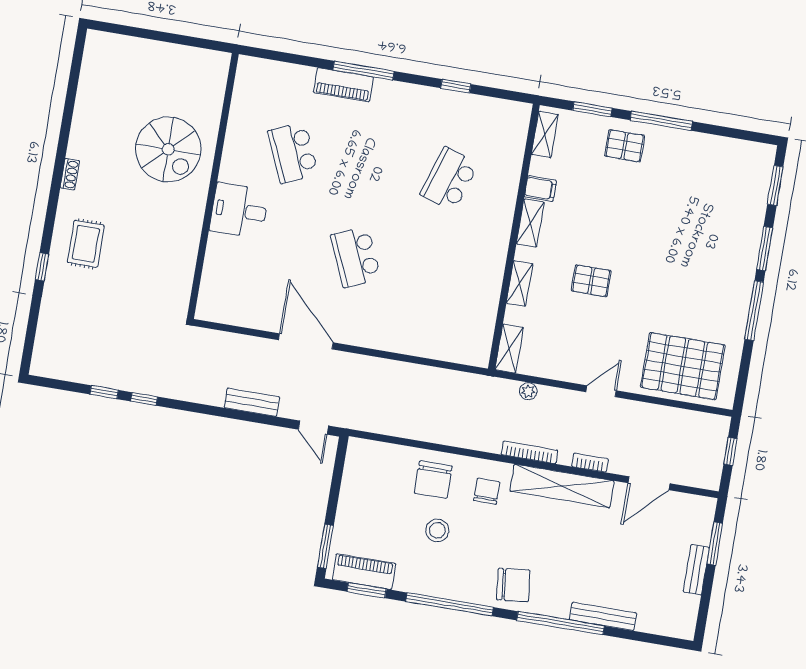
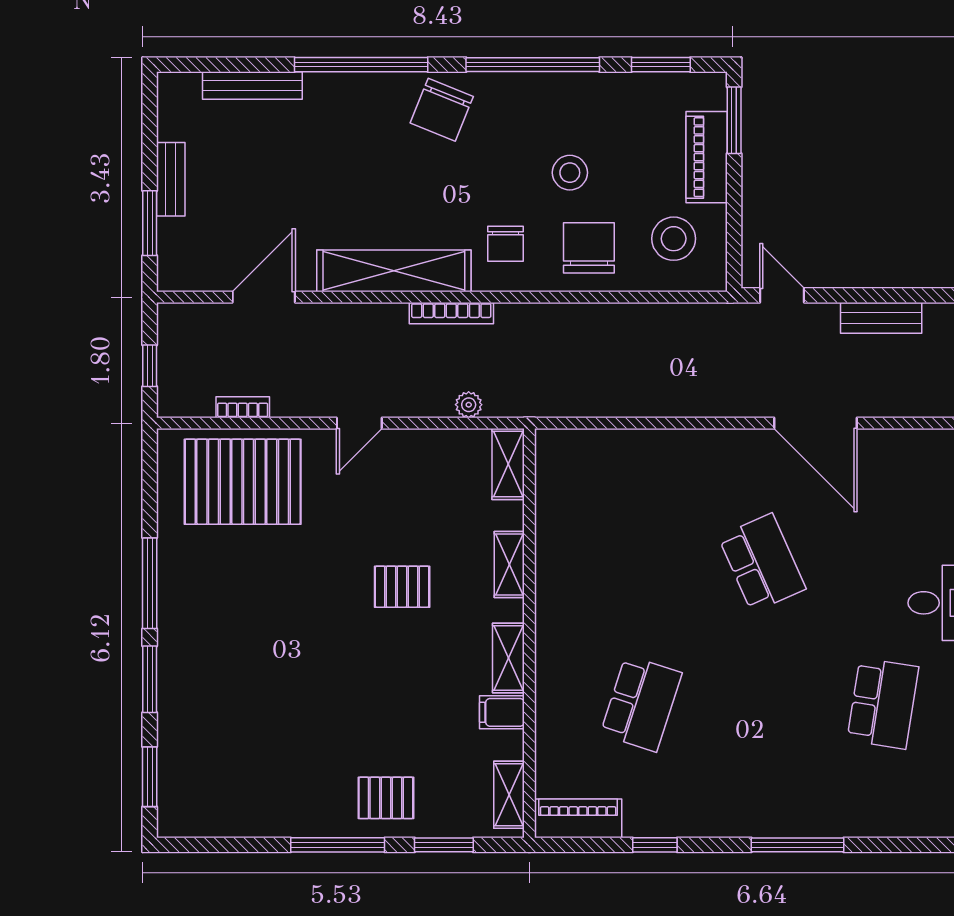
piano: (343, 85) -> (578, 818), moved
school desk: (293, 153) -> (883, 703), turned 33
bookcase: (590, 463) -> (243, 407), moved, turned 180
stool: (377, 476) -> (674, 239), added
piano: (364, 572) -> (707, 157), moved, turned 90
chair: (513, 585) -> (442, 110), turned -62
bench: (603, 616) -> (252, 85), moved

